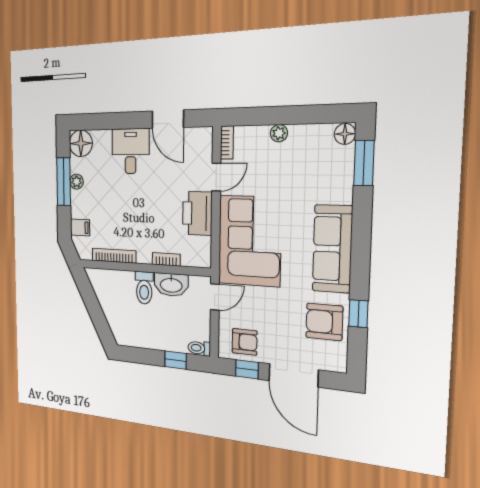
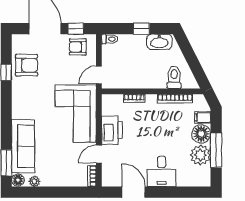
plant: (279, 133) -> (34, 181), moved
floor lamp: (81, 143) -> (201, 134), moved
plant: (77, 182) -> (200, 155), width x1.88, depth x1.88
sofa: (332, 249) -> (23, 146), moved
washbasin: (171, 285) -> (159, 42), moved, turned 180
toilet: (144, 288) -> (174, 77), moved
window: (176, 360) -> (141, 29), moved

